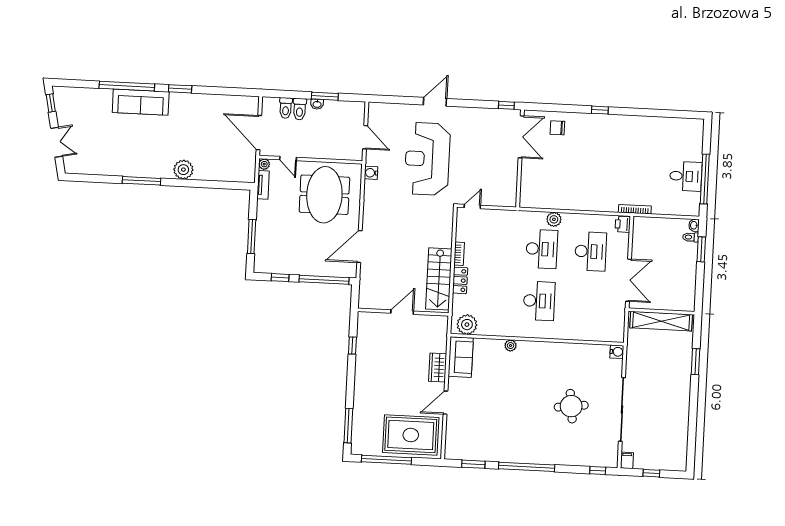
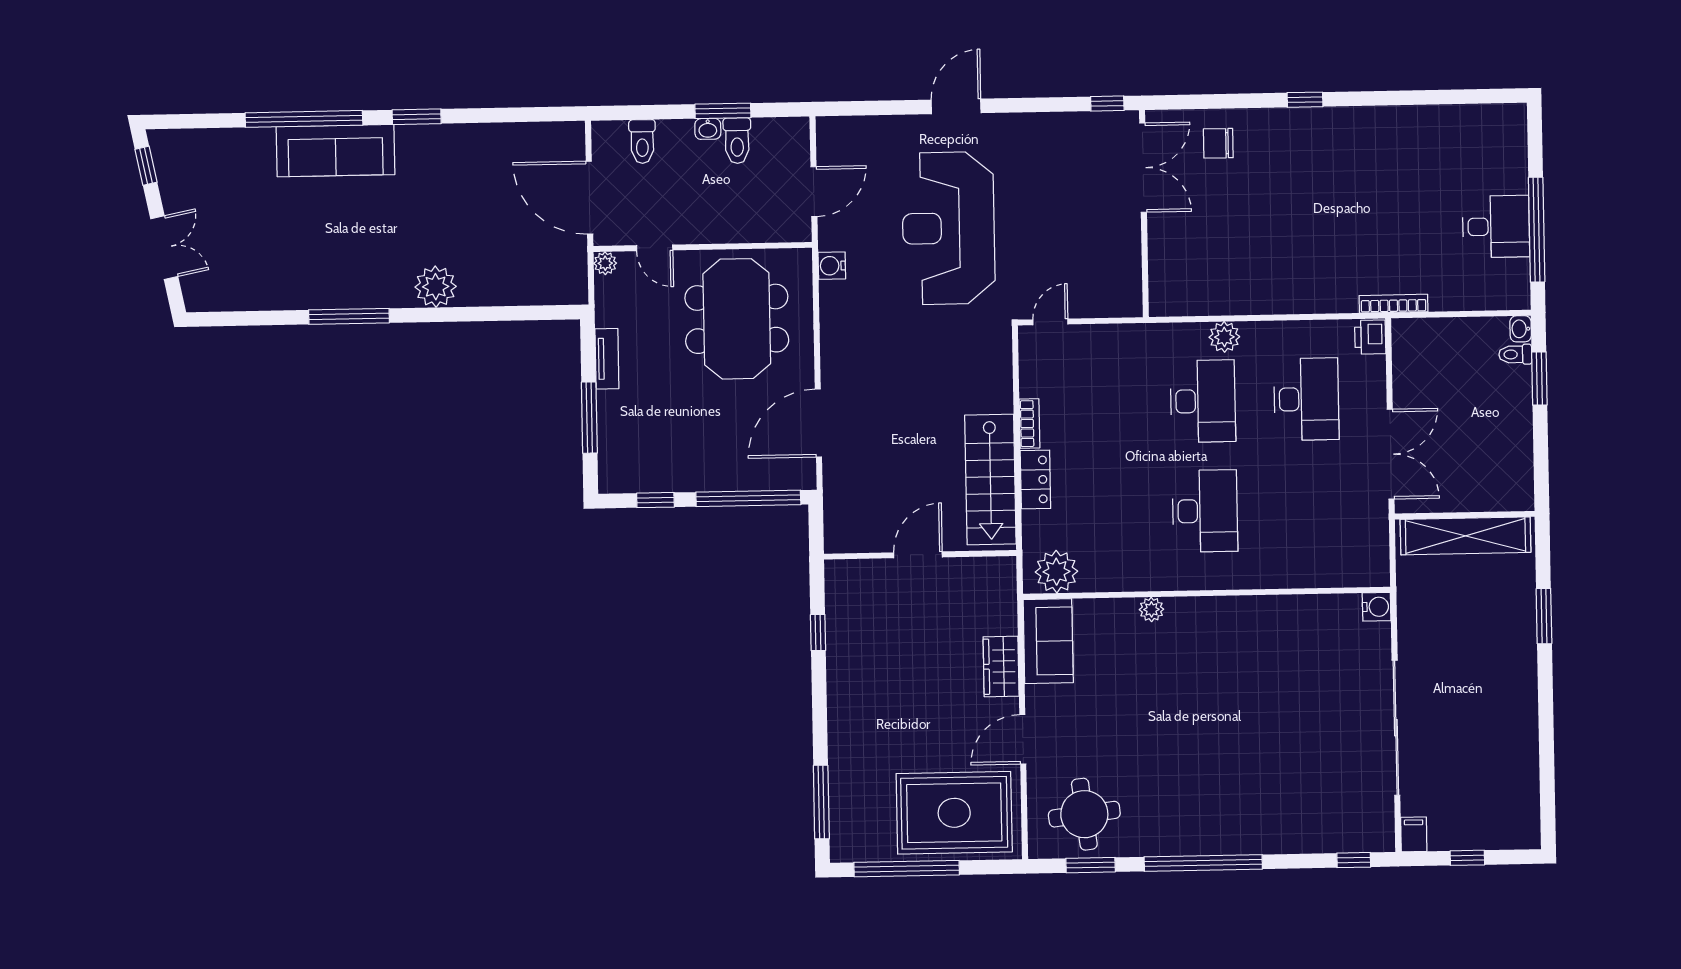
toilet: (300, 109) -> (737, 141), moved
door: (365, 137) -> (814, 192), hinge flipped
tv unit: (263, 185) -> (607, 359), moved
round table: (571, 406) -> (1084, 814), moved

